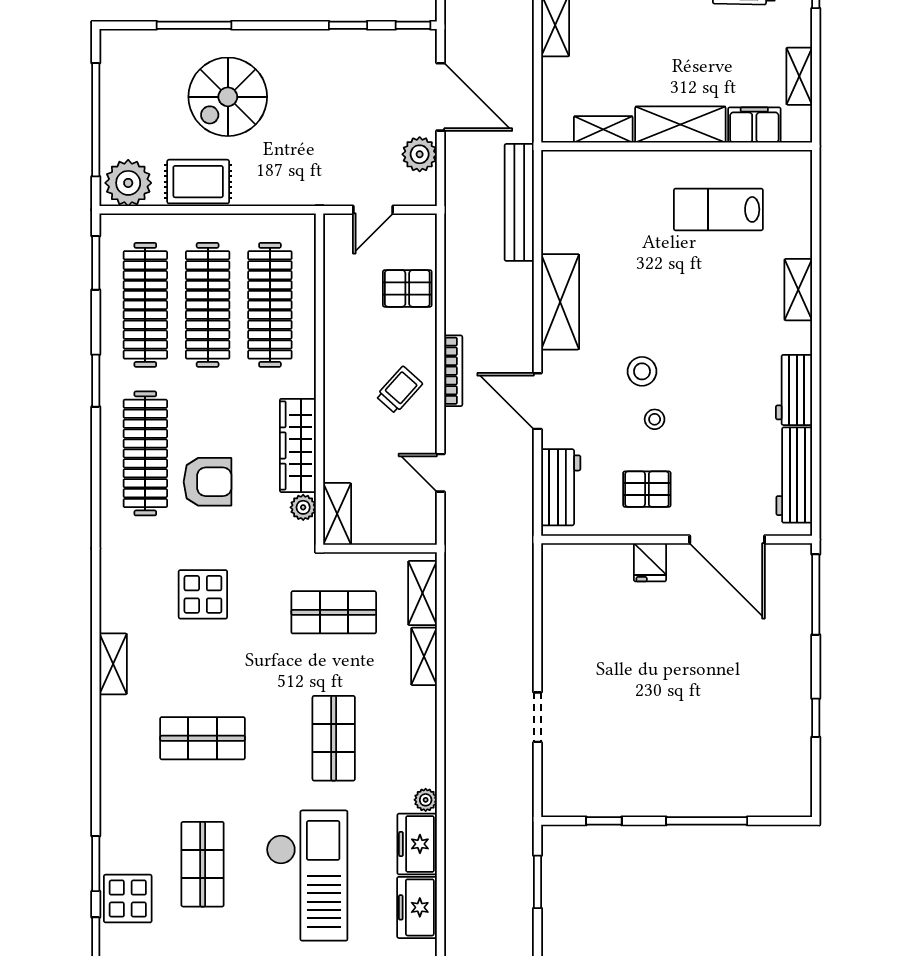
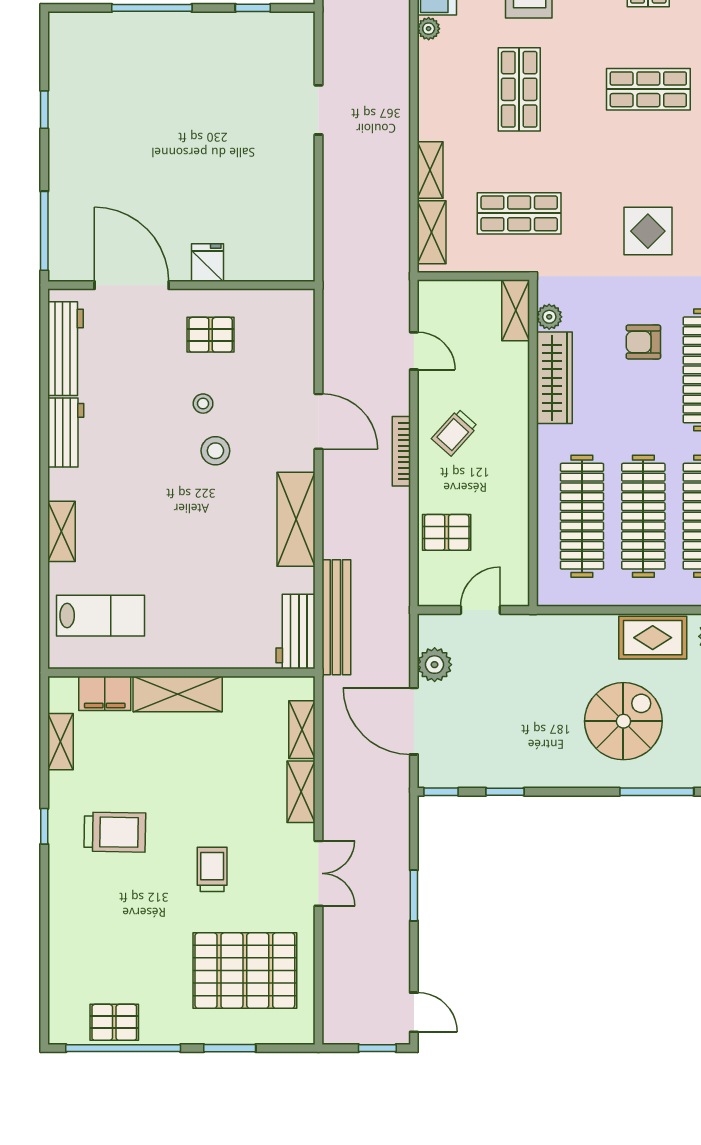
shelving: (603, 129) -> (302, 730), moved, turned 90
lab bench: (718, 209) -> (100, 616), moved
armchair: (208, 482) -> (643, 342), width x0.72, depth x0.72
workbench: (561, 487) -> (296, 632), moved

